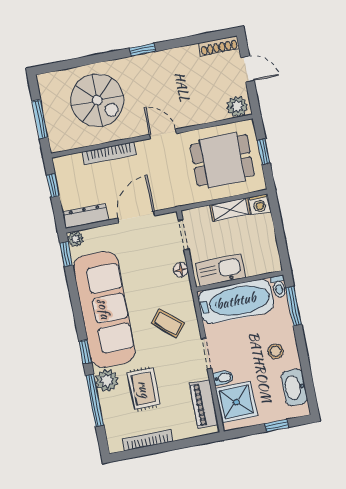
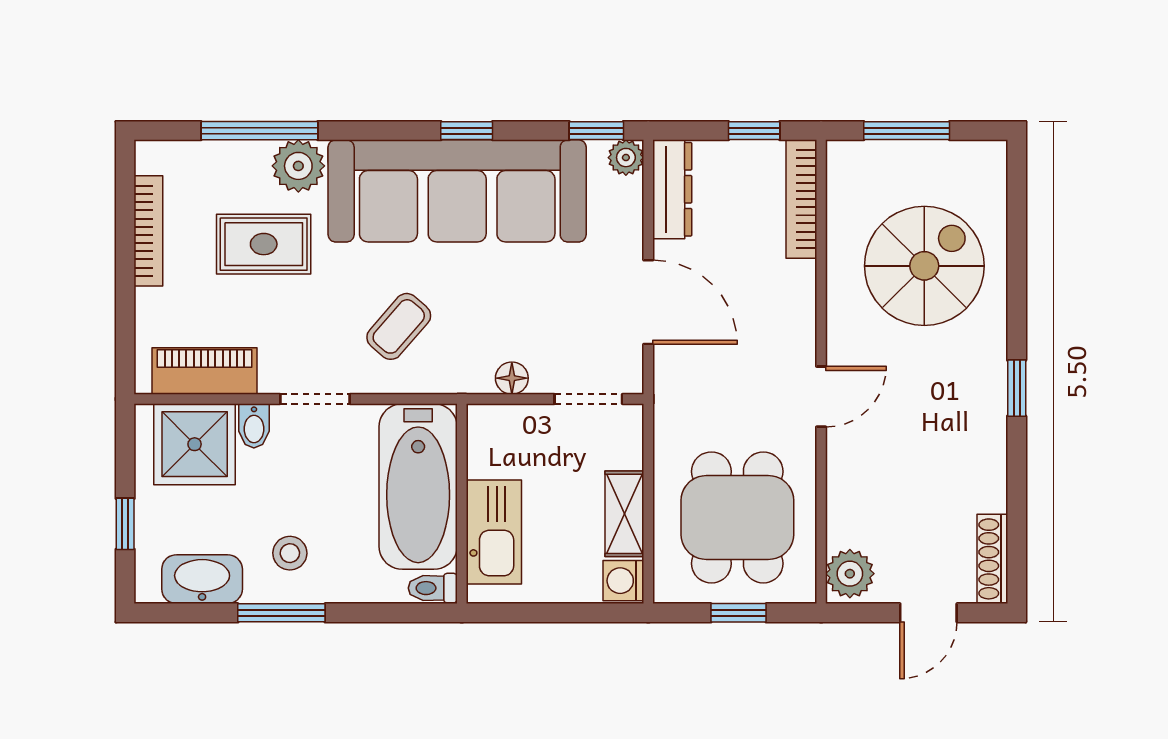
spiral stairs: (97, 100) -> (924, 266), turned 180
bookcase: (109, 153) -> (801, 199), moved
kitchen sink: (221, 270) -> (494, 532), moved
window: (294, 306) -> (281, 613), moved
window: (85, 352) -> (467, 131), moved

